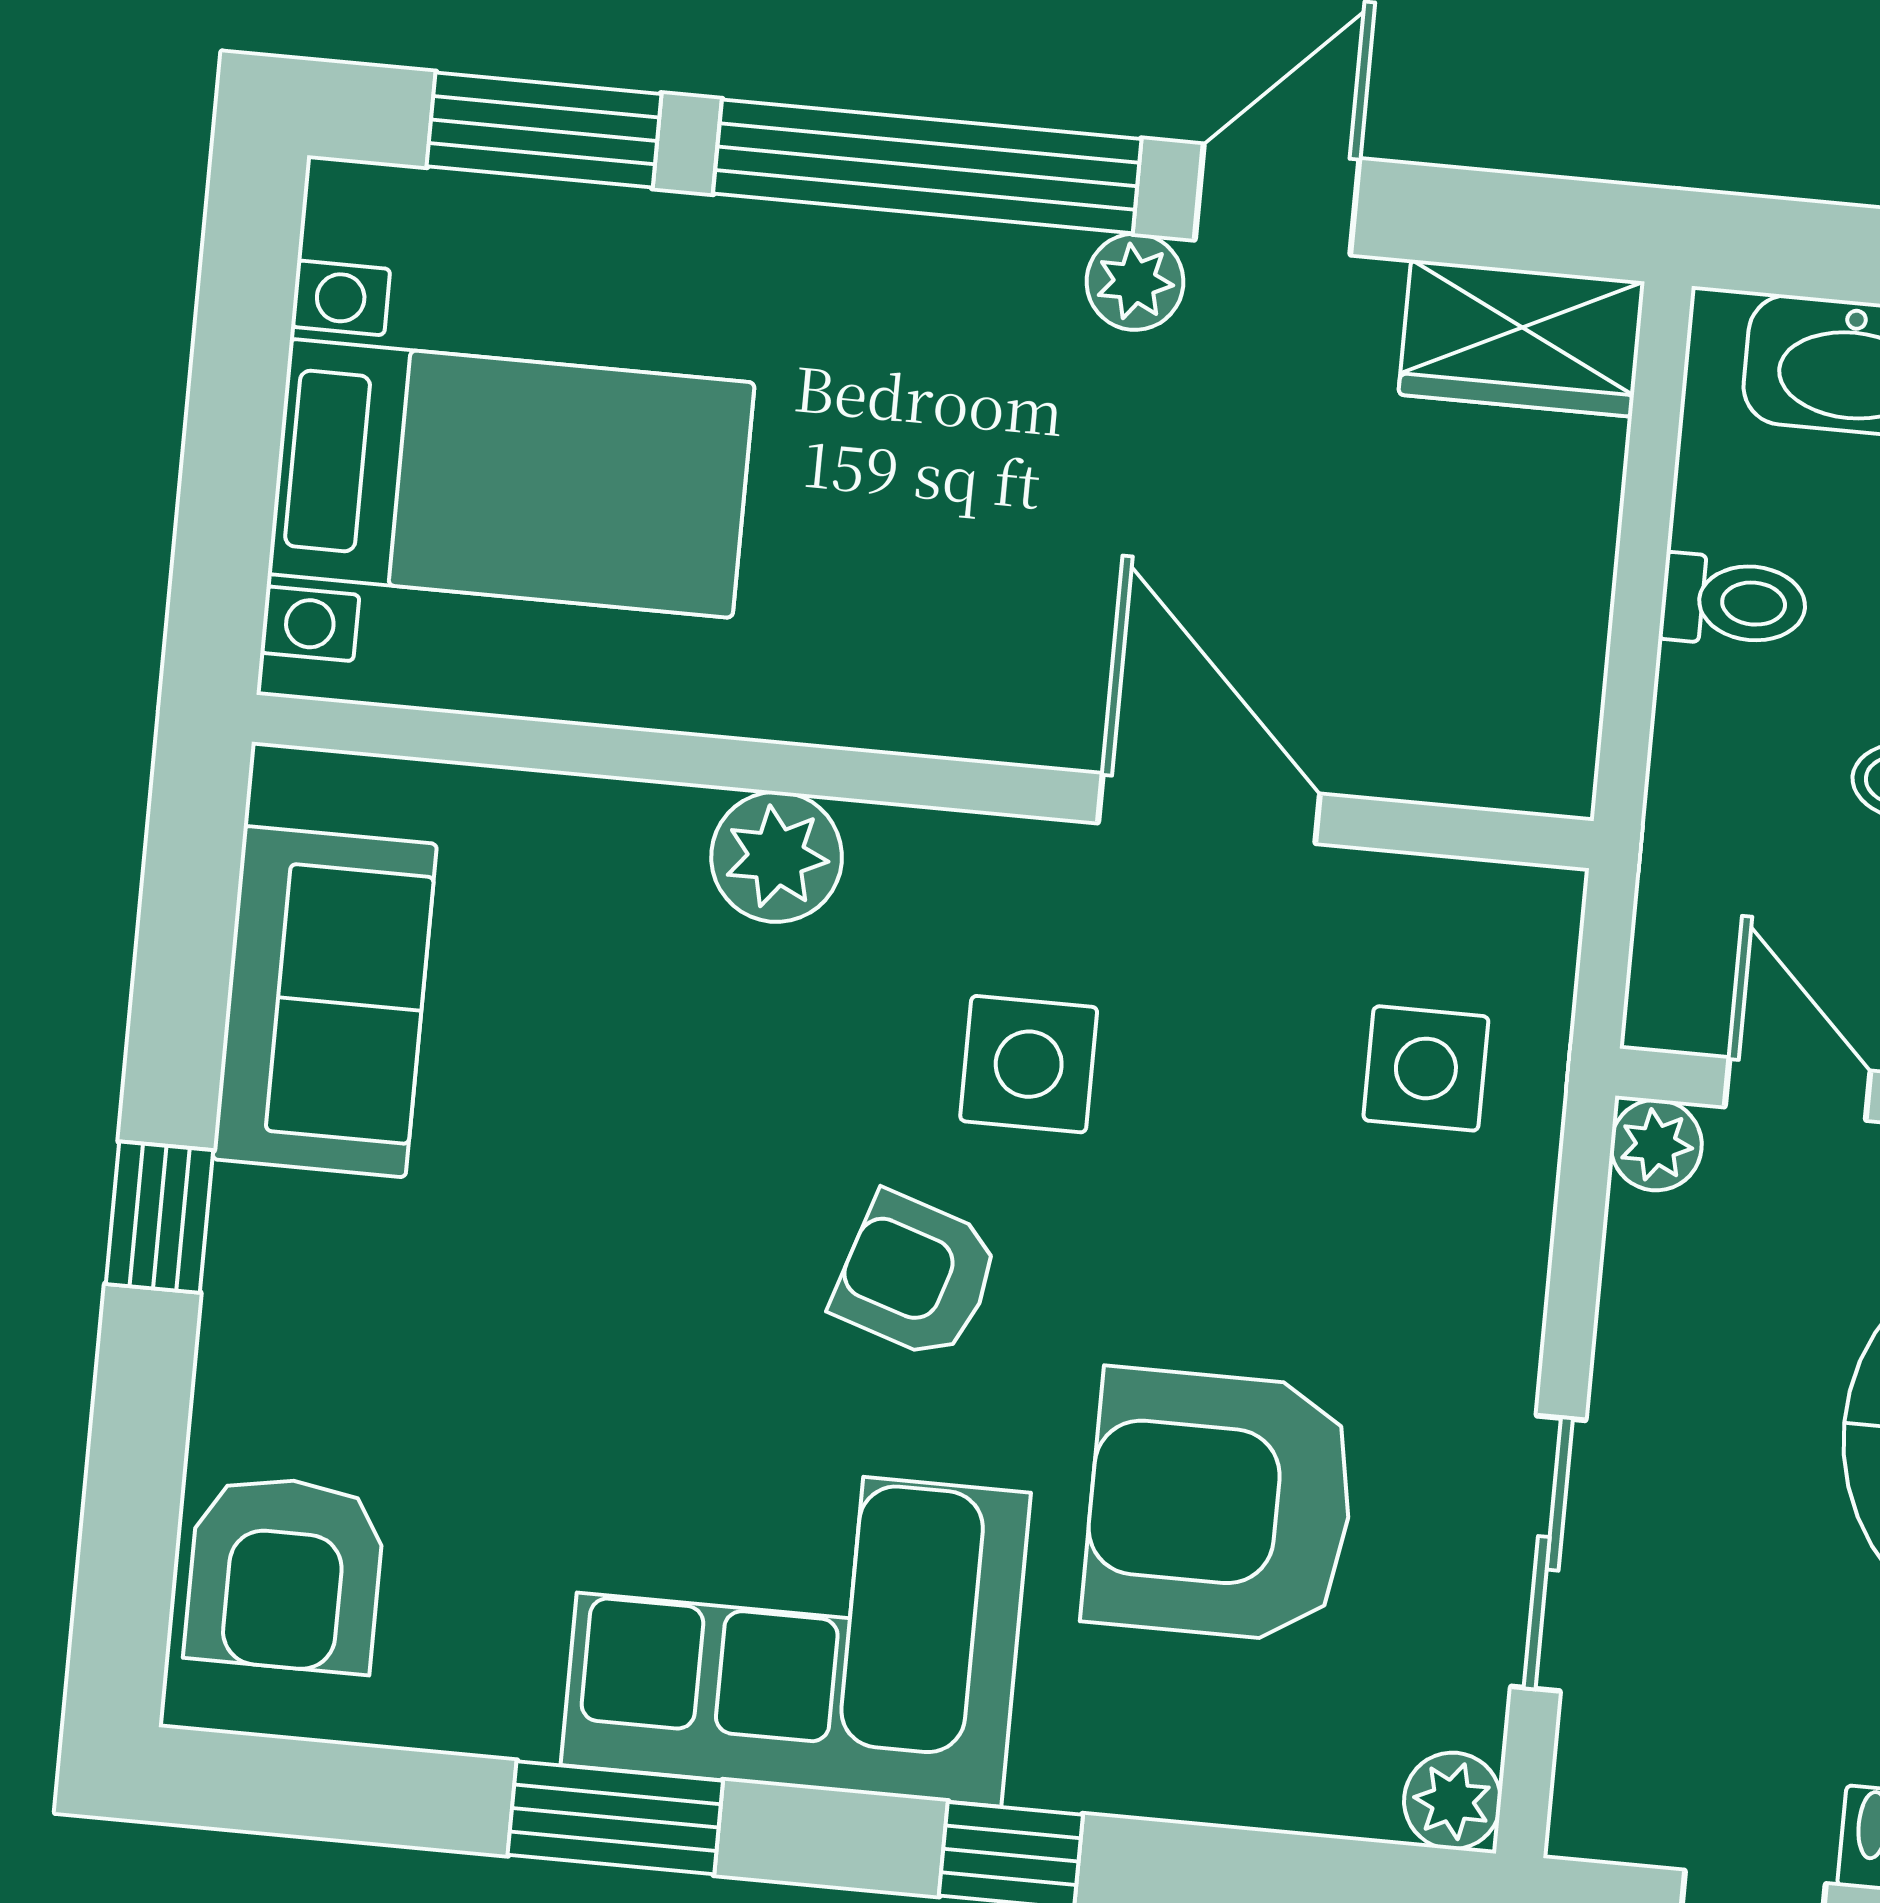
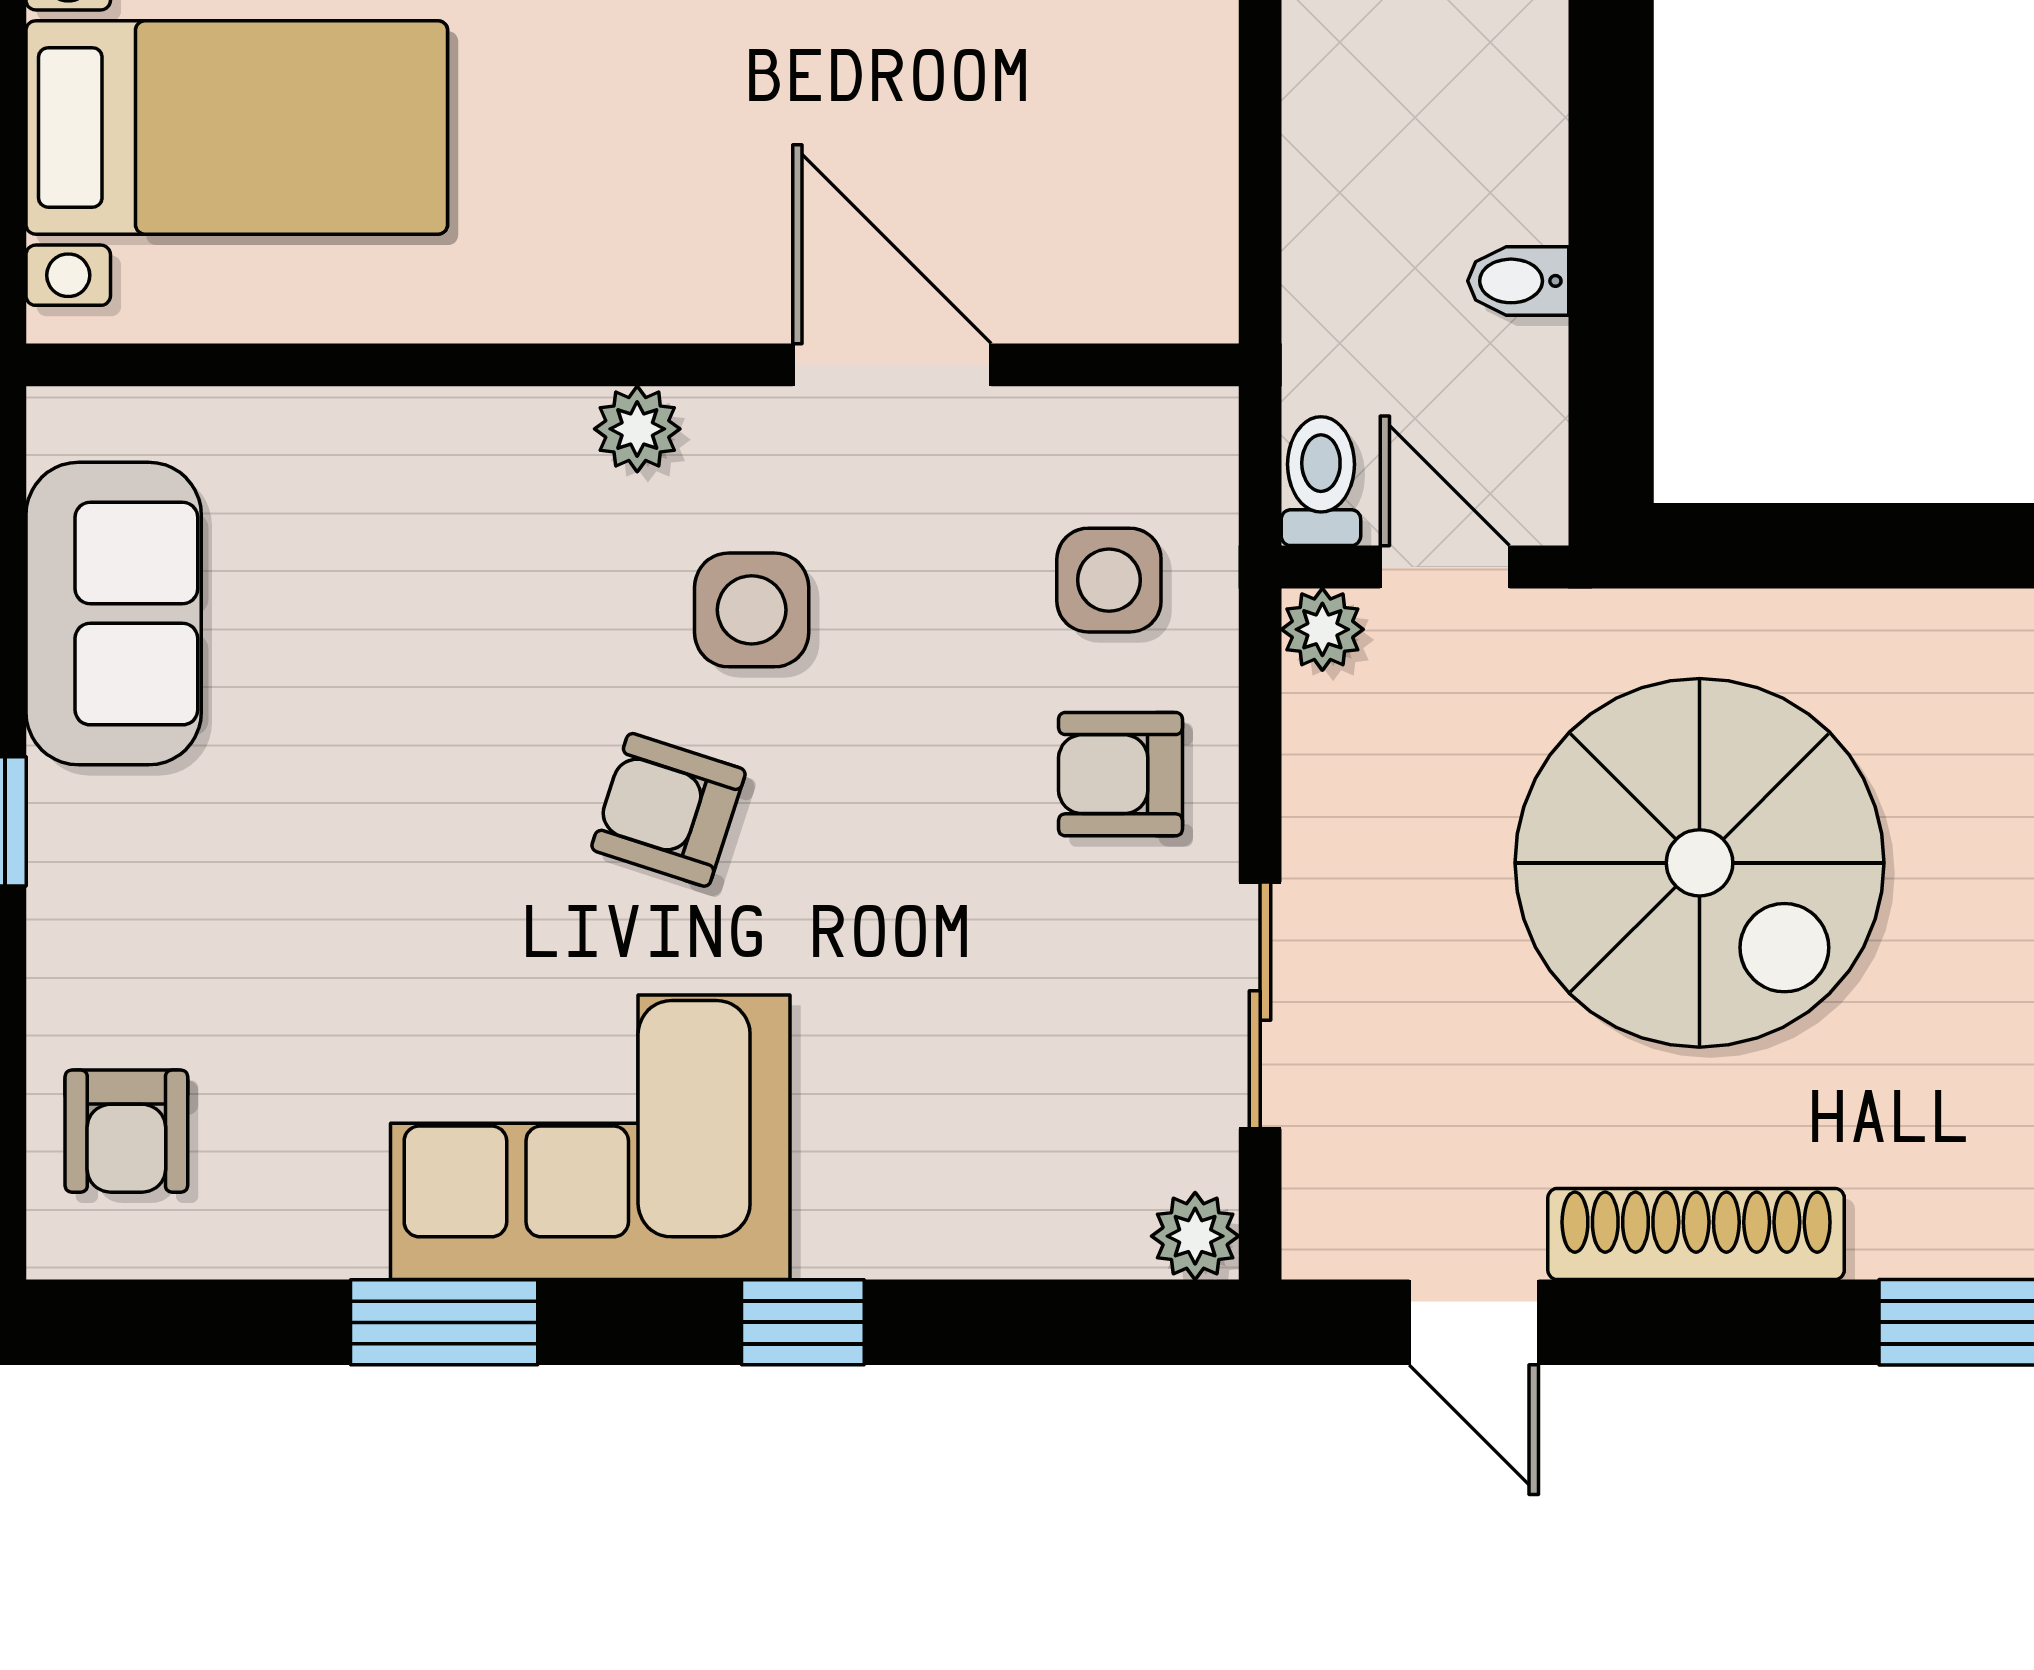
toilet: (1734, 602) -> (1321, 481), moved, turned -90
plant: (777, 857) -> (637, 429), moved, width x0.73, depth x0.73
armchair: (1220, 1505) -> (1120, 774), moved, width x0.53, depth x0.53
armchair: (285, 1574) -> (126, 1131), width x0.72, depth x0.72

